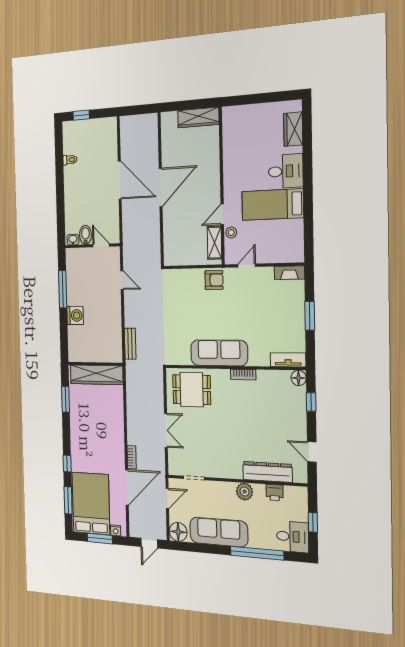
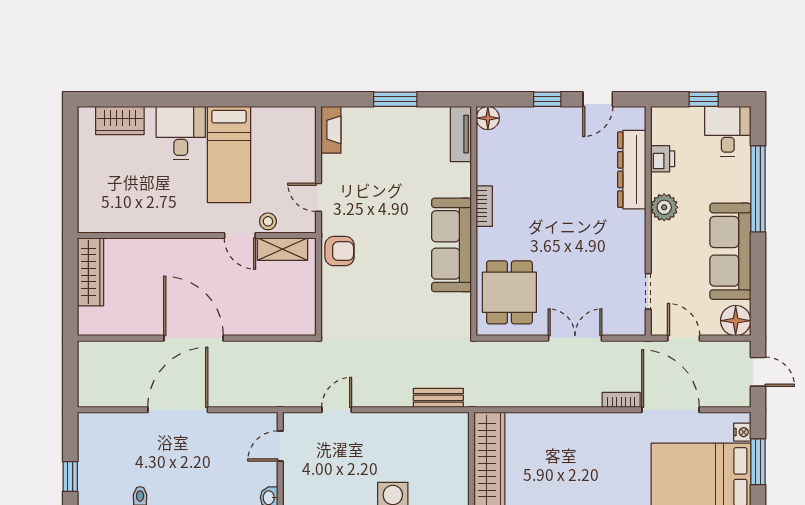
bidet: (85, 235) -> (262, 474), removed
armchair: (214, 280) -> (340, 251), turned 90
window: (311, 402) -> (547, 99), moved

